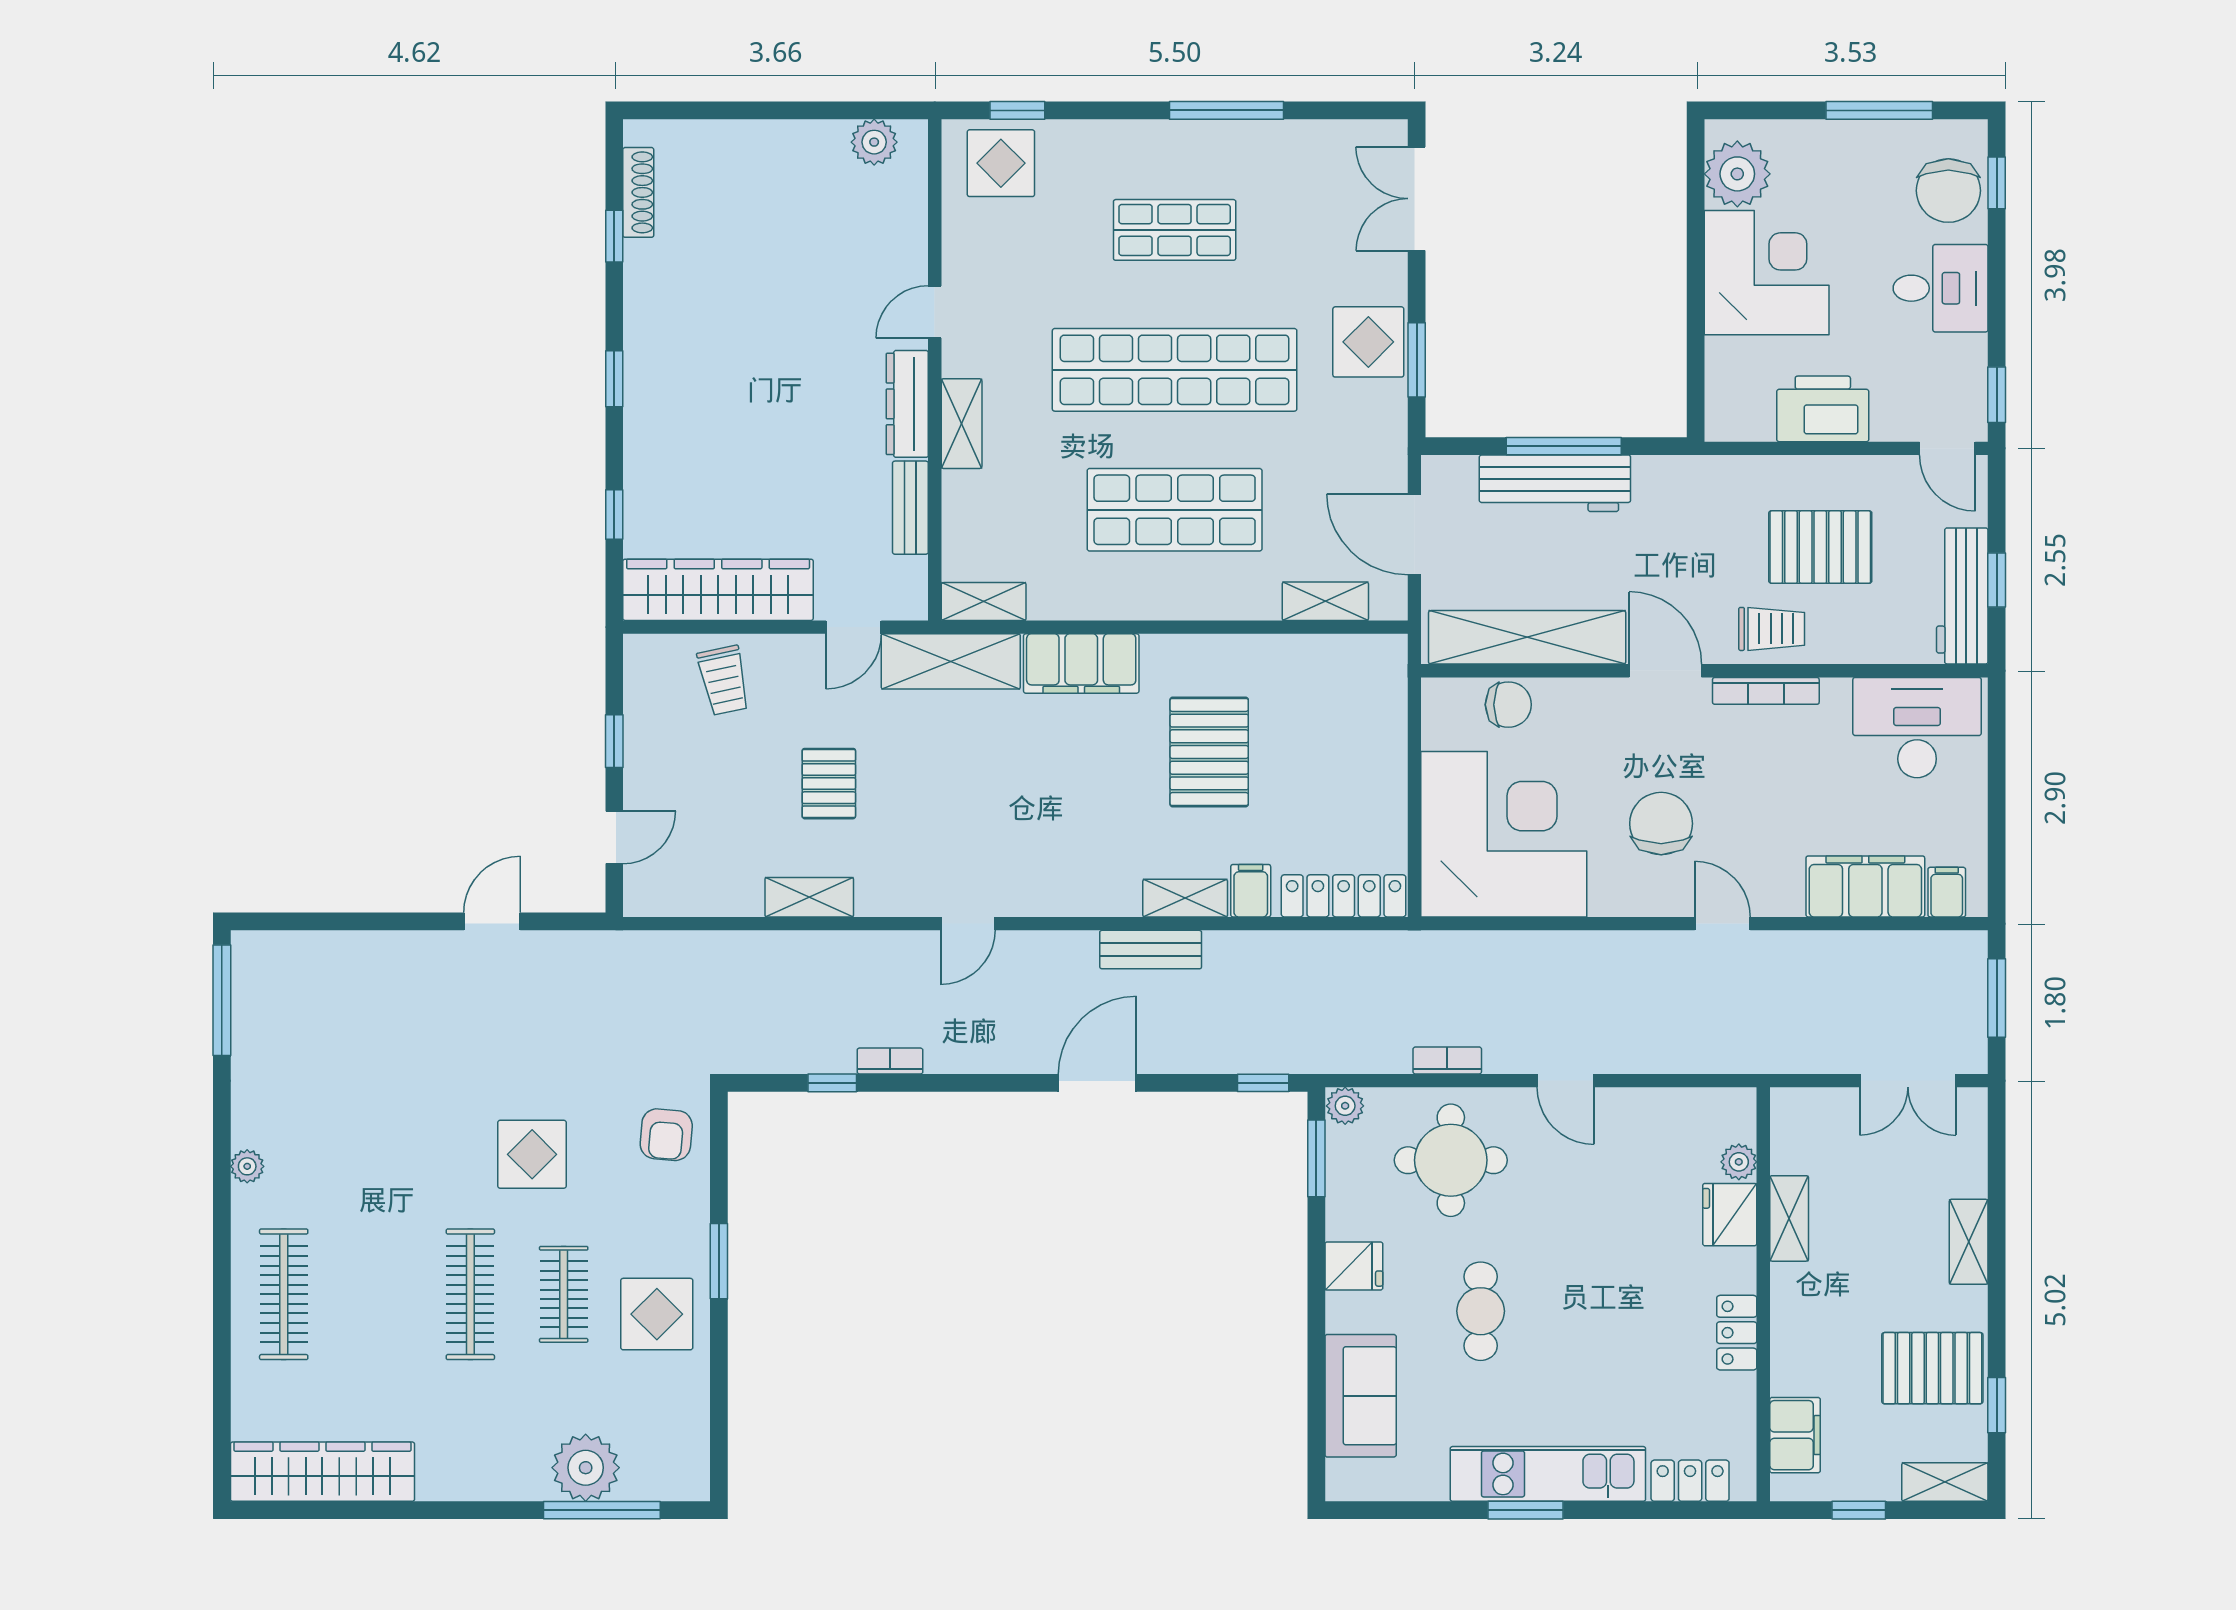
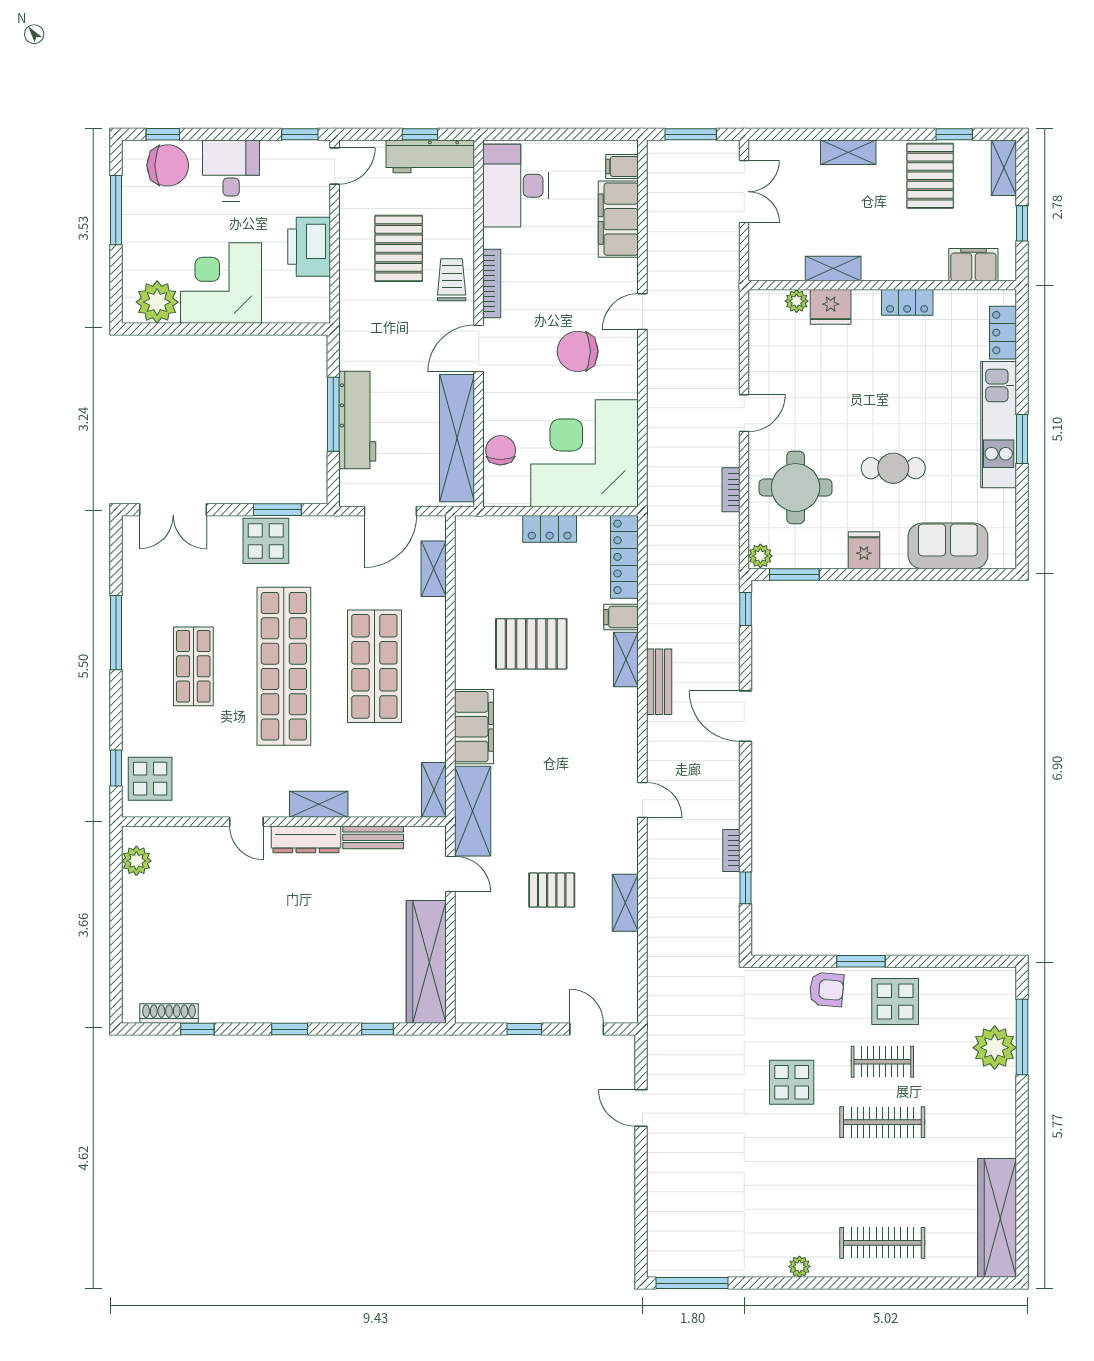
trolley: (724, 680) -> (485, 958), removed
locker: (1387, 780) -> (550, 529), added
armchair: (666, 1135) -> (826, 989), moved

